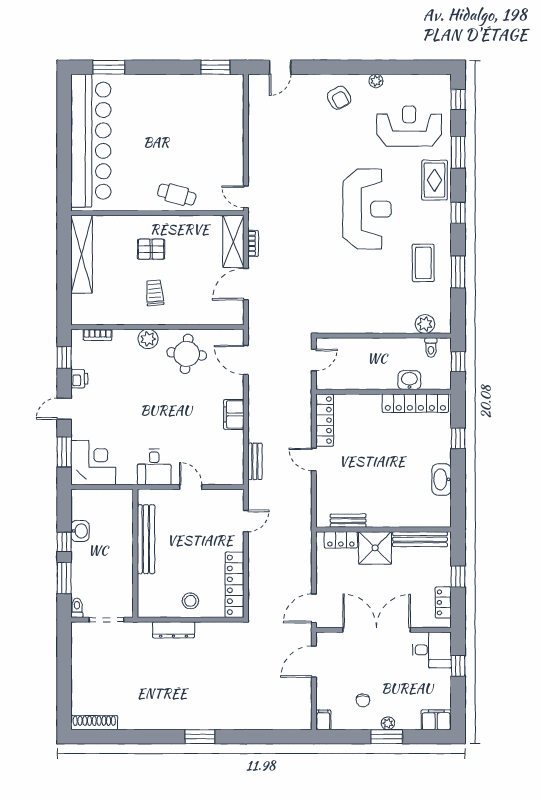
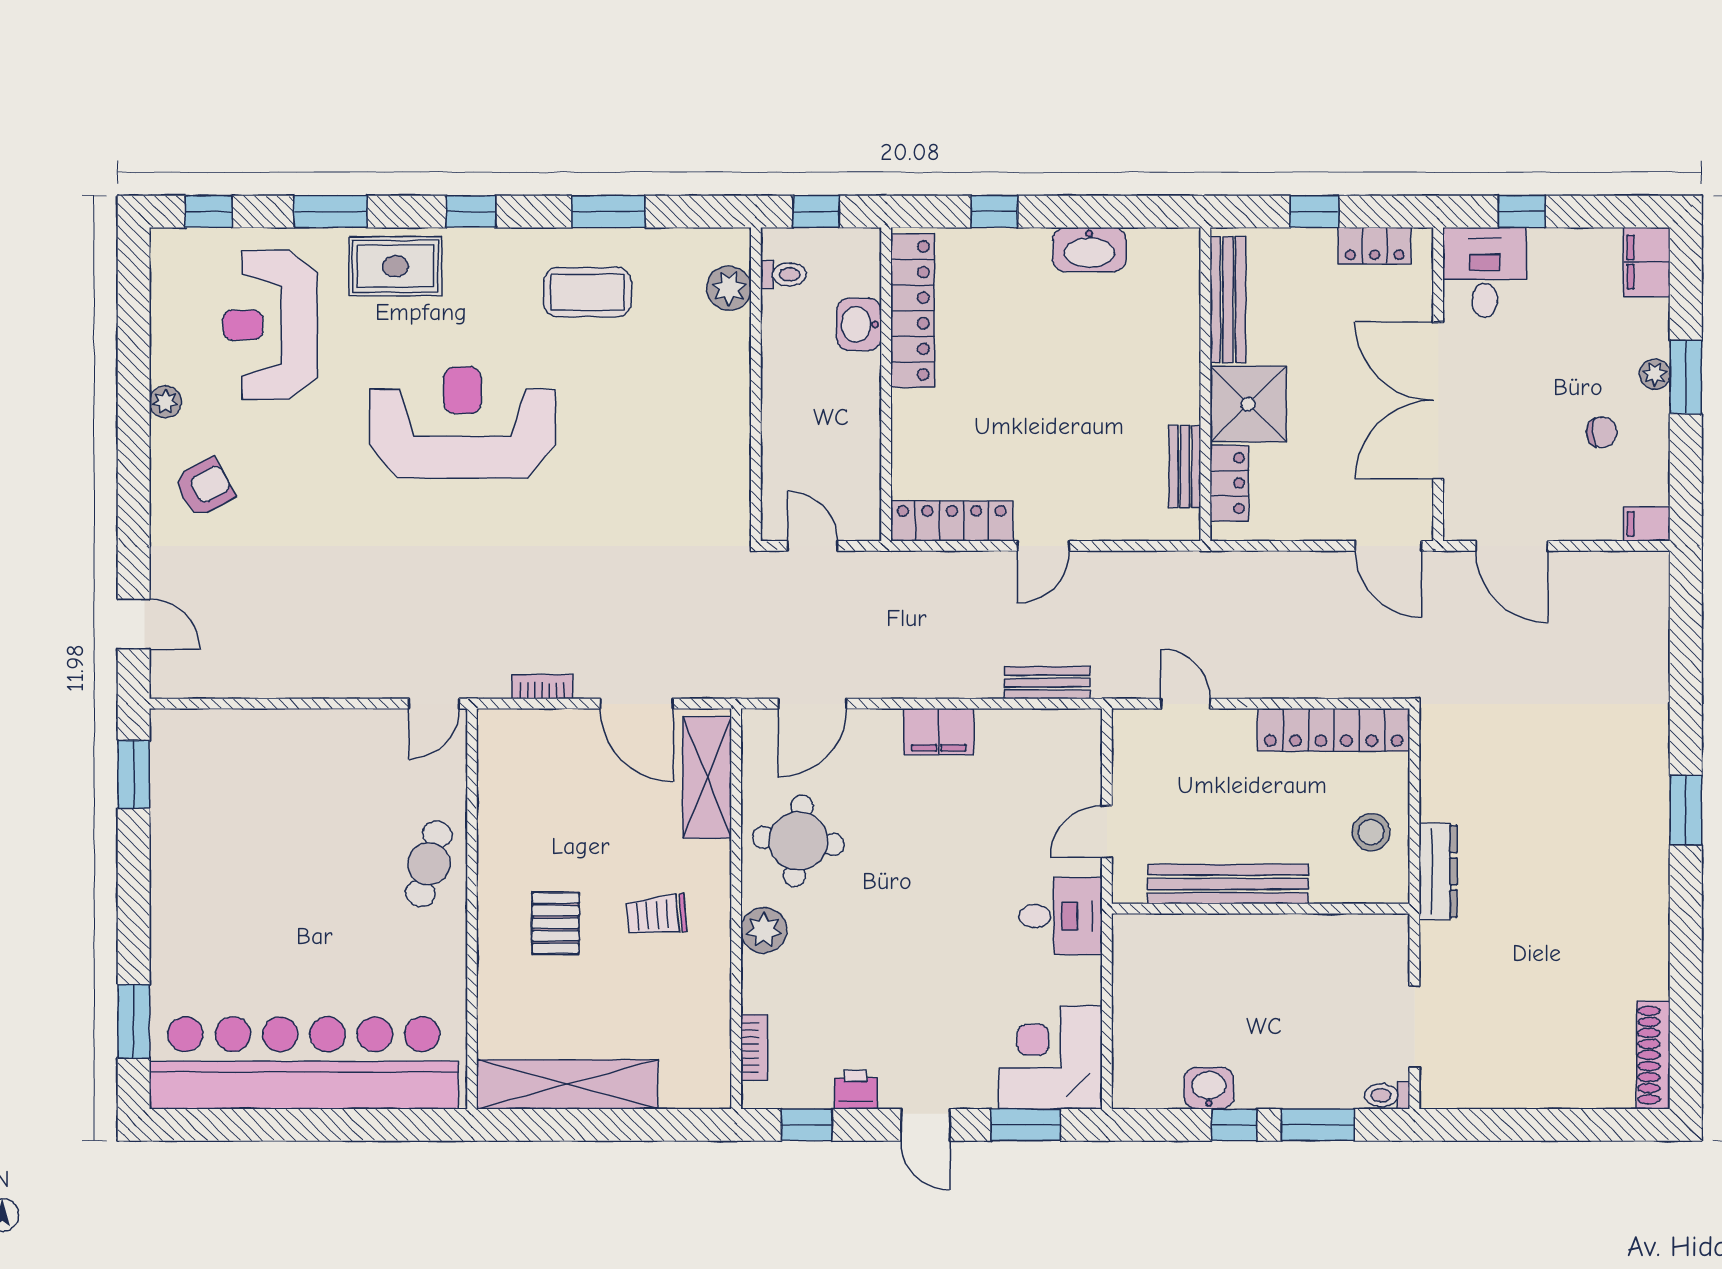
shelving: (233, 241) -> (707, 777), moved, turned 90
bench: (146, 539) -> (1228, 884), moved
wall: (135, 553) -> (1261, 909), moved

